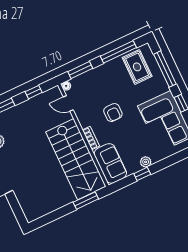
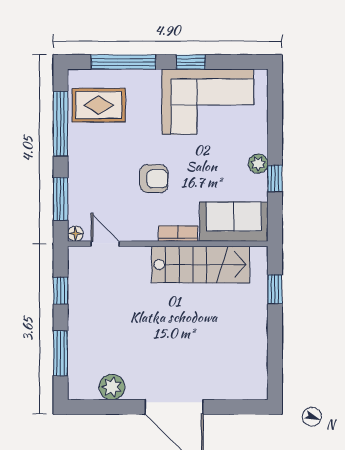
door: (68, 103) -> (105, 244), swing flipped
stairs: (76, 159) -> (201, 265), width x0.73, depth x0.66
window: (86, 201) -> (275, 289), width x0.67

